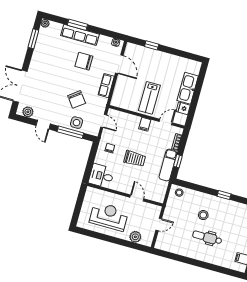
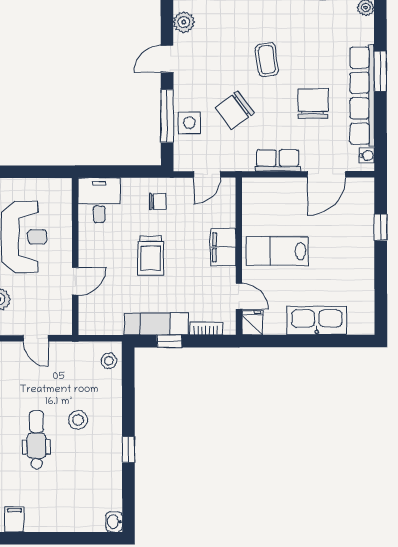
row of seats: (80, 35) -> (362, 96), width x1.36
coffee table: (57, 77) -> (267, 60), added
fridge: (183, 108) -> (252, 323), moved
filing cabinet: (145, 124) -> (223, 247), width x2.00

